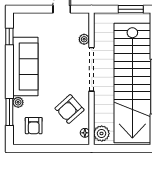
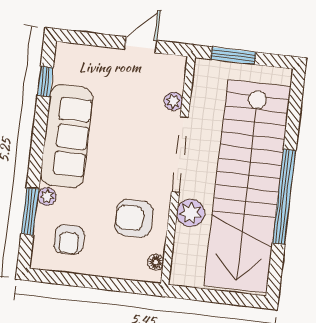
window: (131, 9) -> (233, 56), moved
armchair: (70, 109) -> (134, 218), turned 42
plant: (102, 133) -> (190, 213), moved

